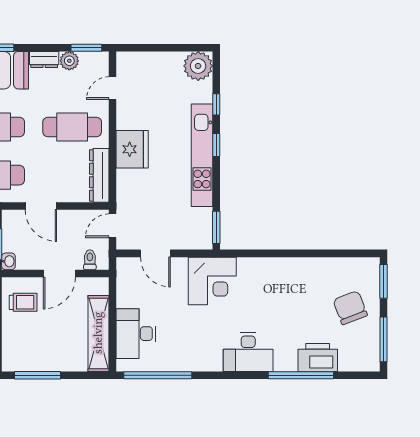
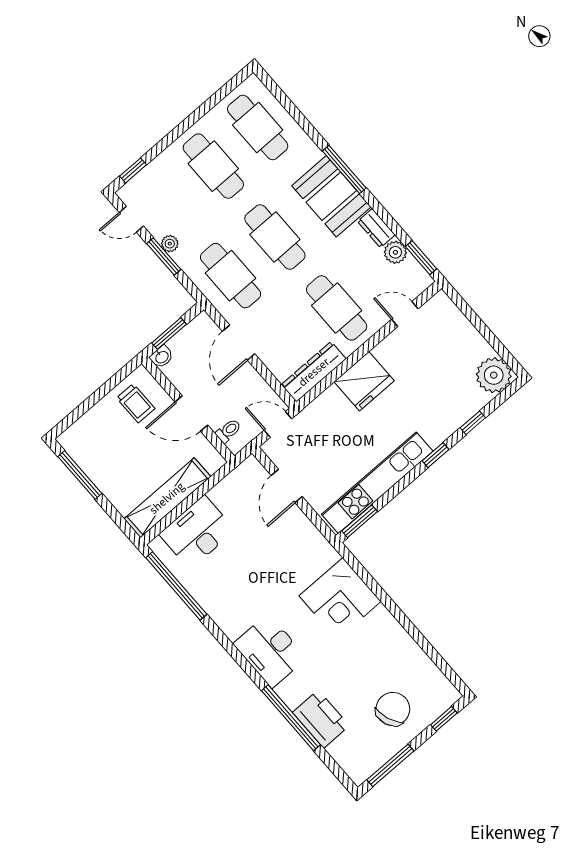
kitchen unit: (202, 155) -> (377, 483), moved
corner desk: (212, 281) -> (340, 599), moved
window: (384, 281) -> (444, 719), width x0.67

